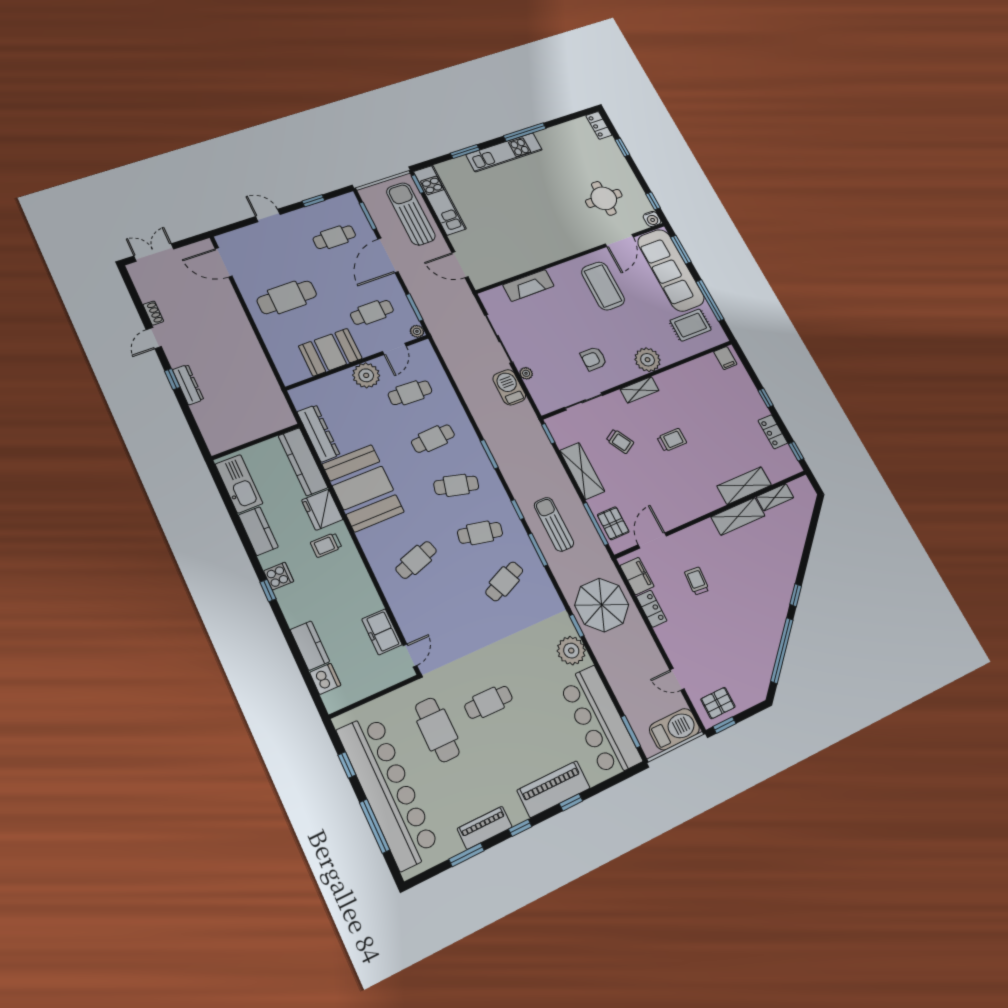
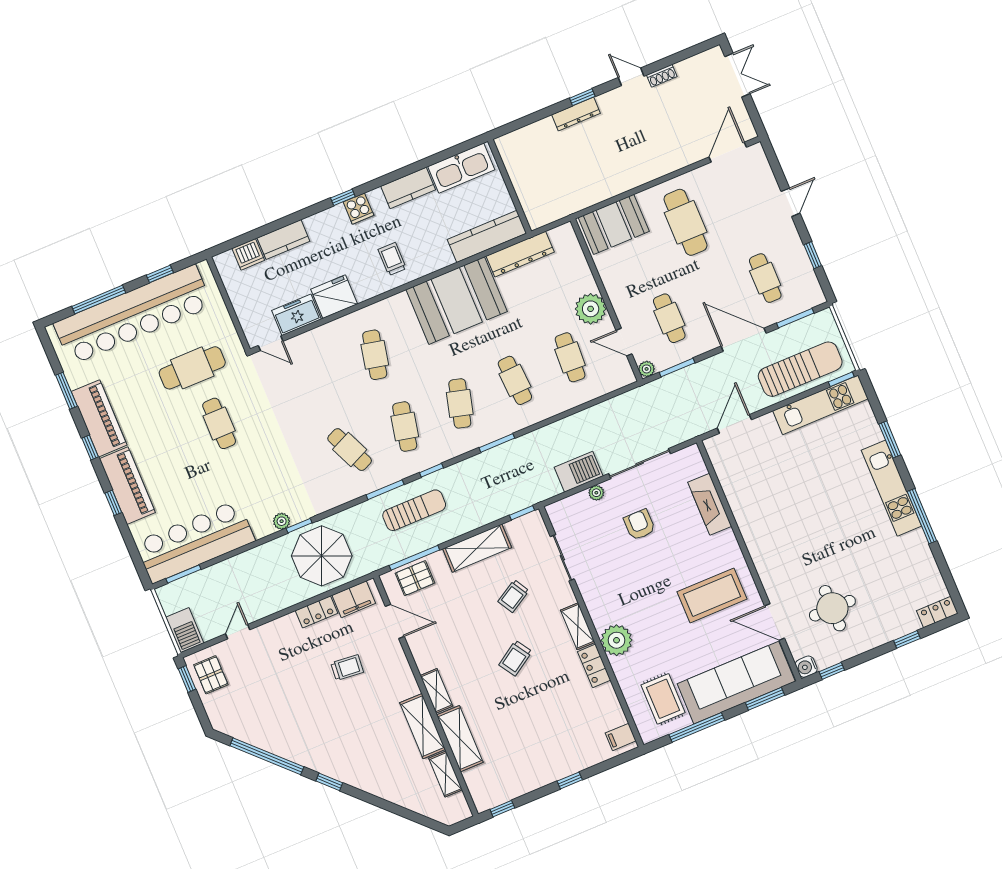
booth: (330, 352) -> (614, 224), moved, turned 90
armchair: (594, 359) -> (639, 525), moved
locker: (773, 432) -> (594, 666), moved, turned -90
trolley: (672, 440) -> (515, 658), turned 57
shelving: (707, 505) -> (436, 691), added
fridge: (322, 510) -> (334, 297), moved
cafe table: (416, 560) -> (375, 355), turned 30
plant: (571, 651) -> (282, 521), width x0.53, depth x0.53
barbecue: (674, 729) -> (185, 630), width x0.73, depth x0.83
piano: (485, 828) -> (99, 418), width x1.37, depth x1.33

